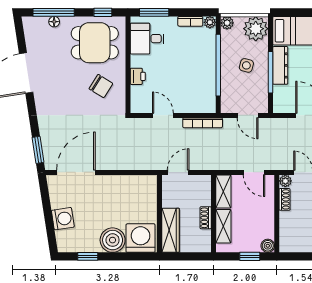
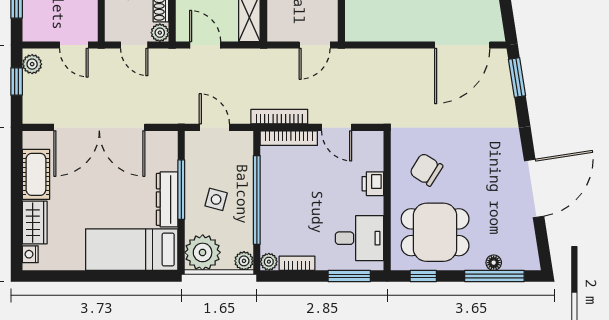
bookcase: (196, 108) -> (289, 138), added

